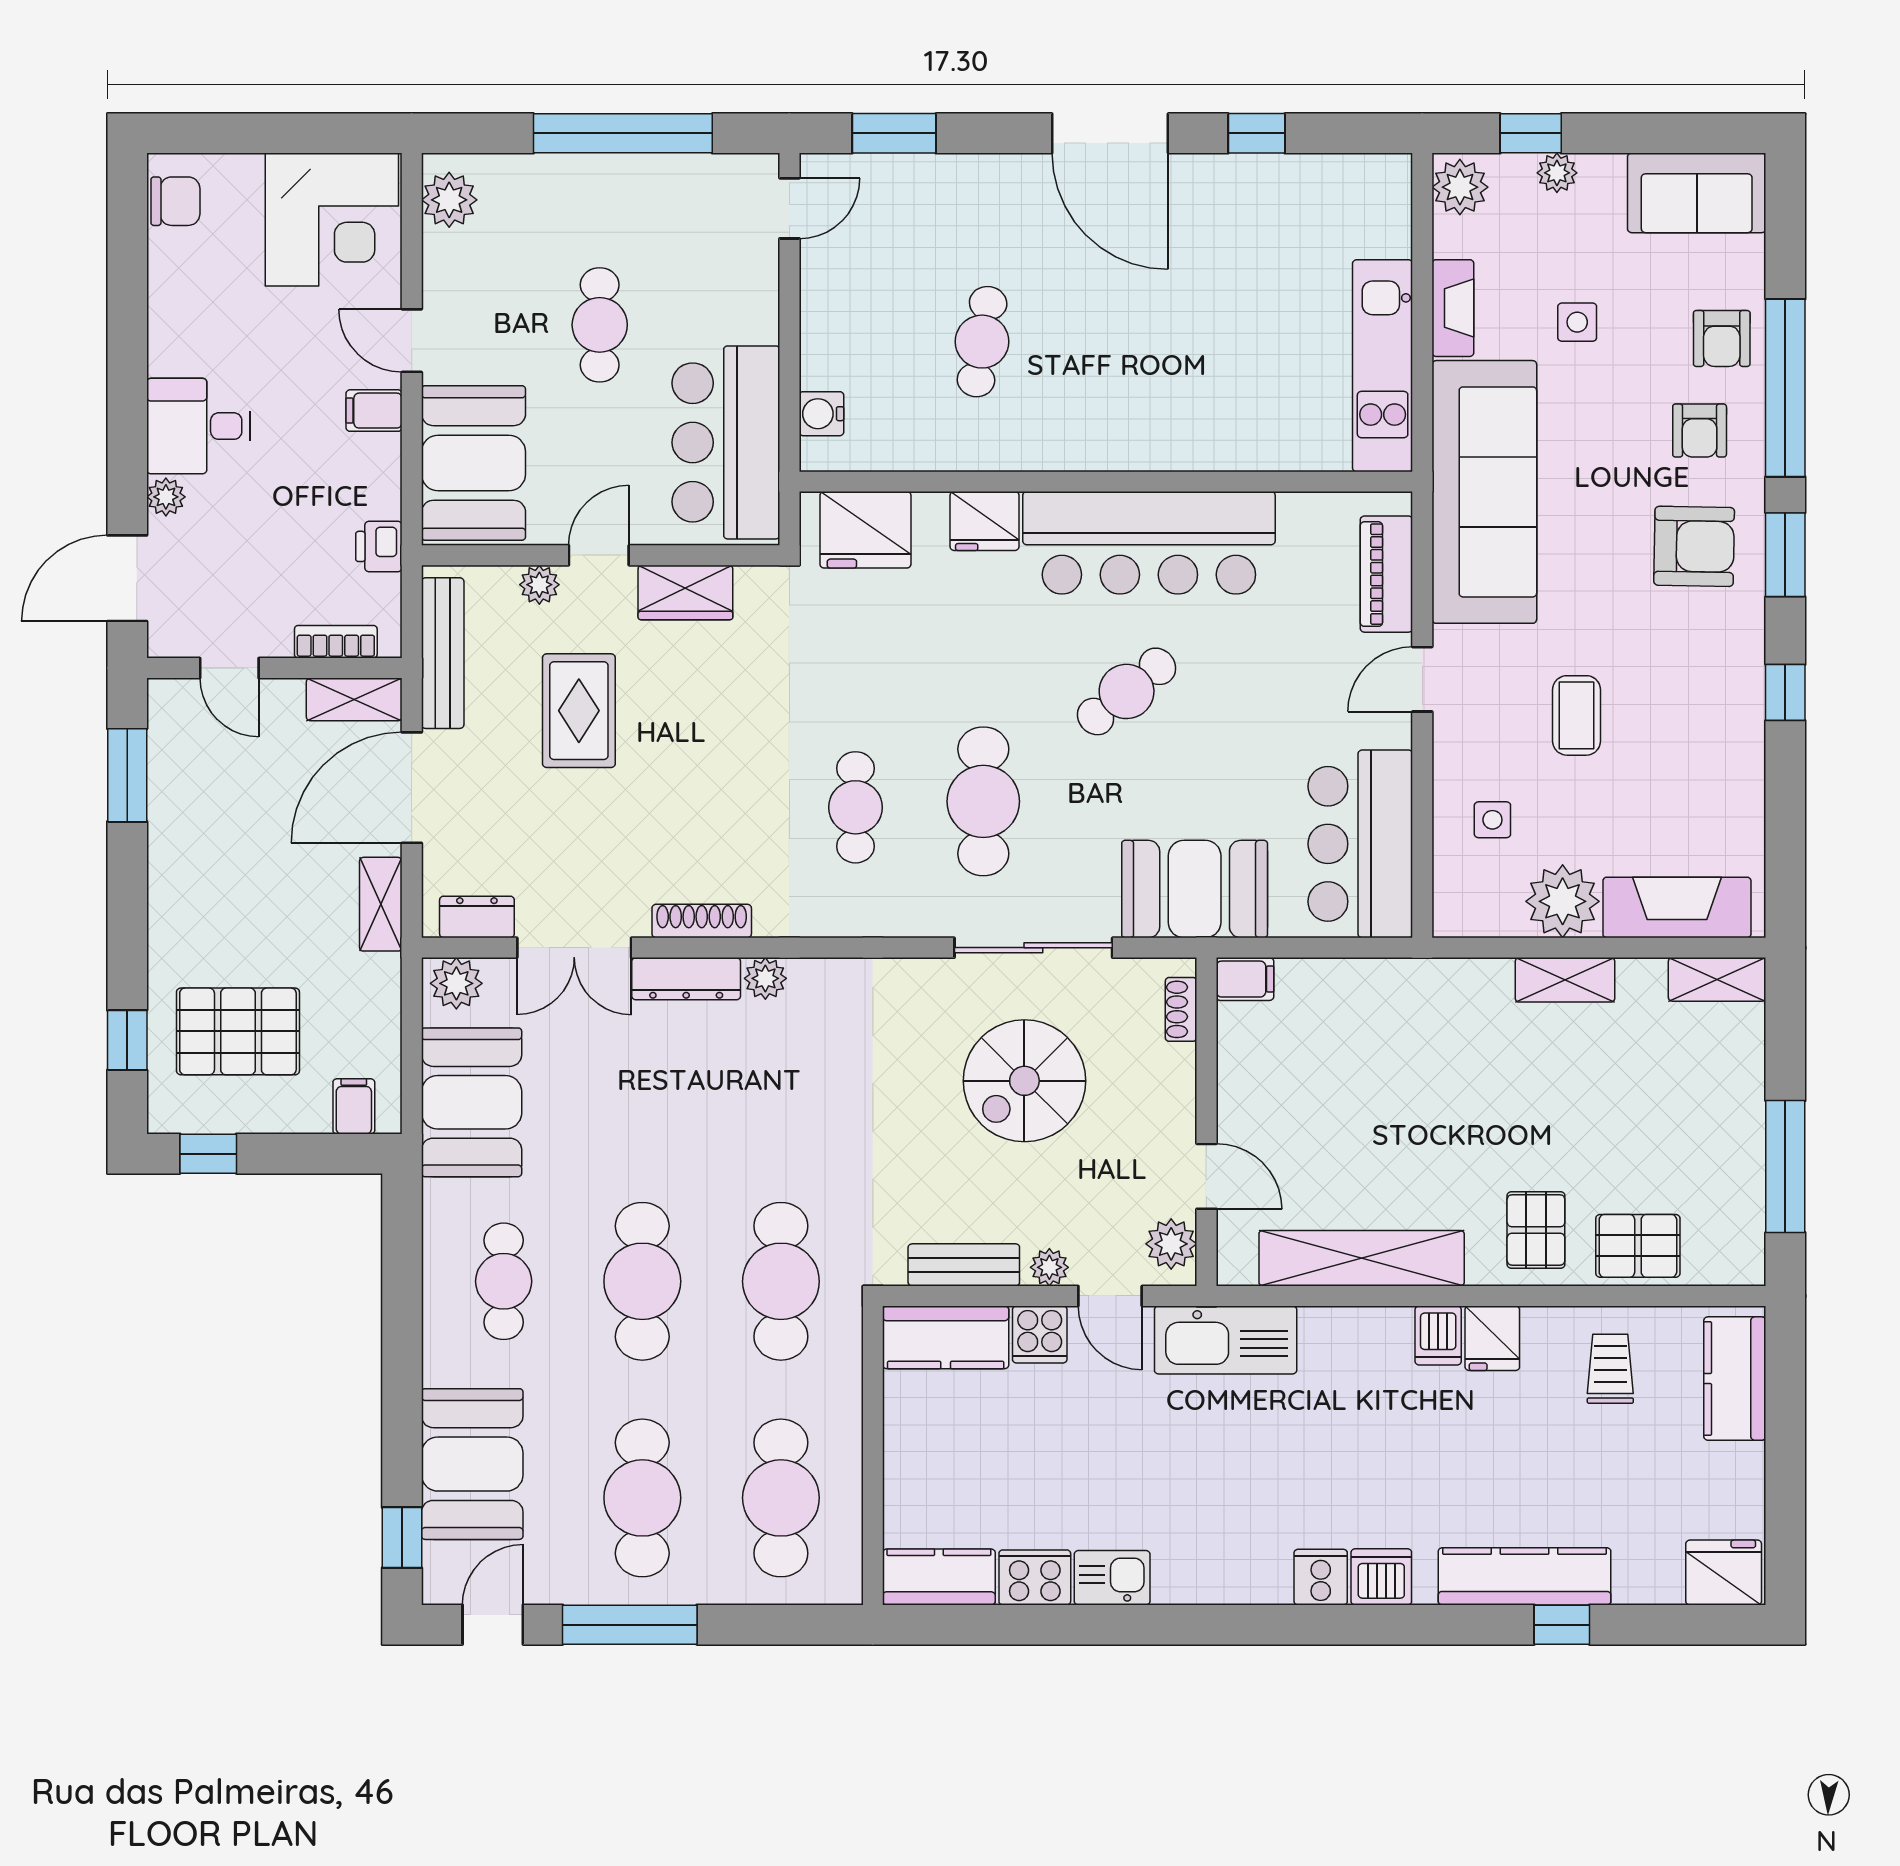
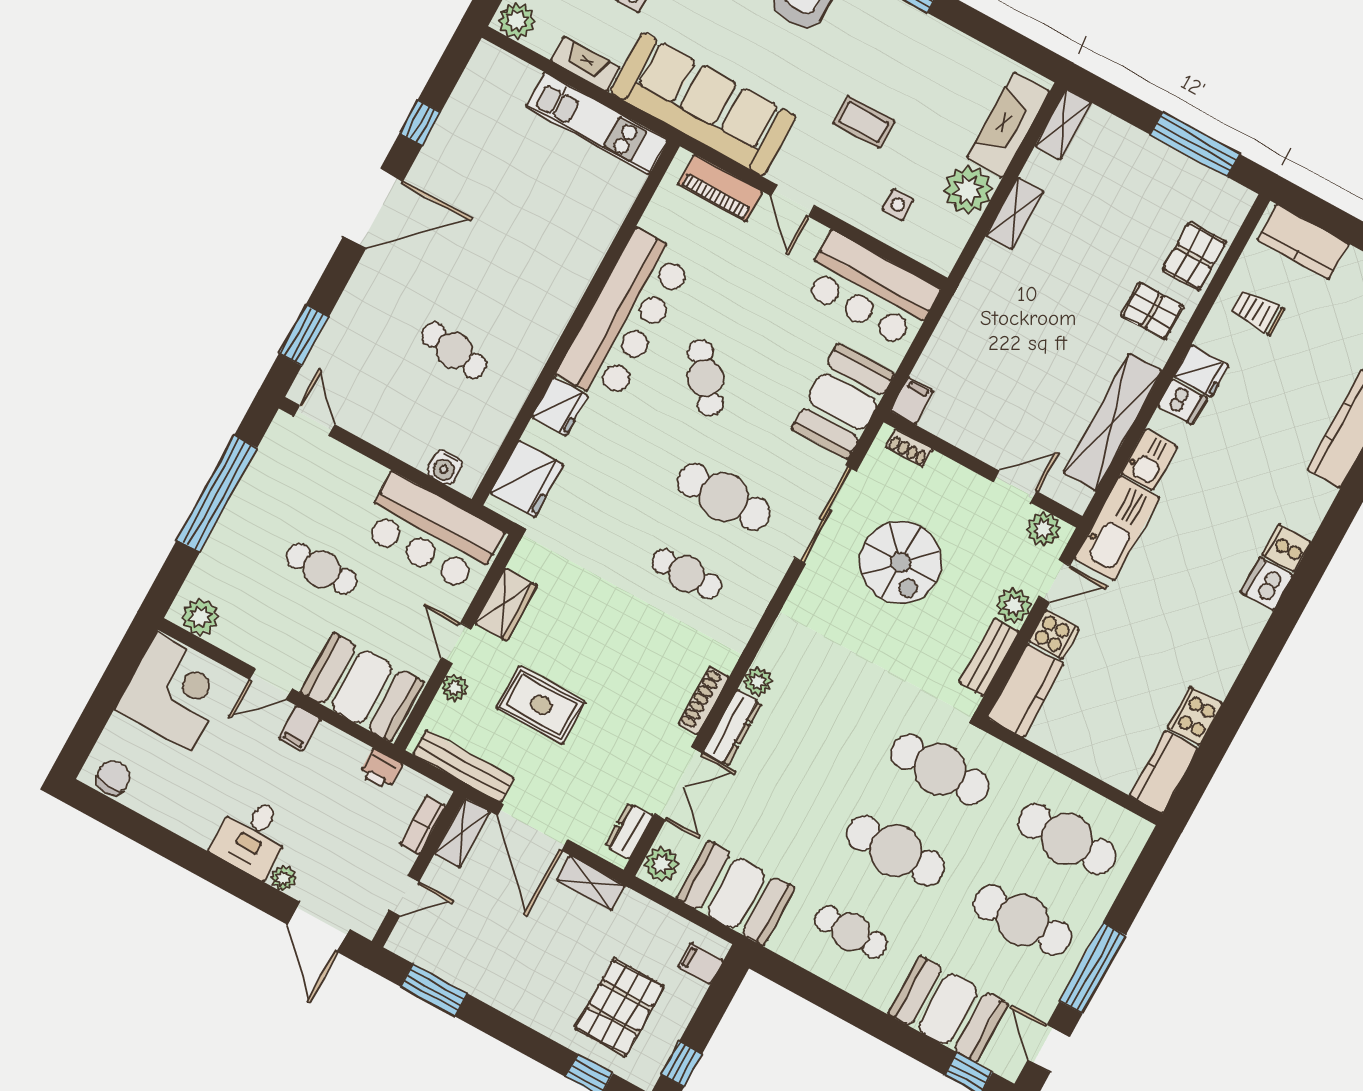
plant: (1049, 1267) -> (1014, 605), width x1.38, depth x1.38
dishwasher: (1381, 1577) -> (1267, 584), moved
kitchen sink: (1112, 1578) -> (1149, 460), moved, turned 180

